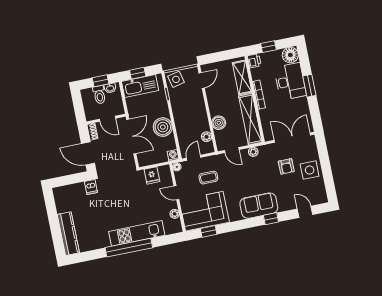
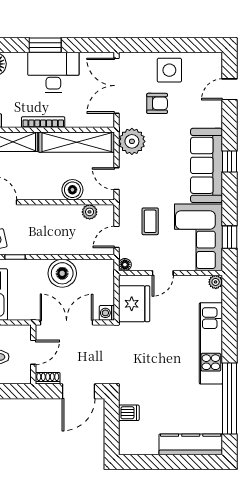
desk: (290, 81) -> (53, 72), moved
door: (232, 150) -> (117, 179), swing flipped
plant: (253, 152) -> (132, 141), width x1.88, depth x1.88
washing machine: (173, 155) -> (107, 313), moved
door: (194, 158) -> (117, 237), hinge flipped
fridge: (152, 175) -> (134, 304), width x1.88, depth x1.34
dishwasher: (91, 187) -> (129, 413), moved
sofa: (259, 206) -> (207, 165), width x1.36
plant: (175, 214) -> (216, 282), moved
window: (271, 219) -> (229, 161), moved
window: (129, 248) -> (229, 398), moved

